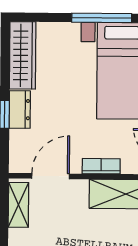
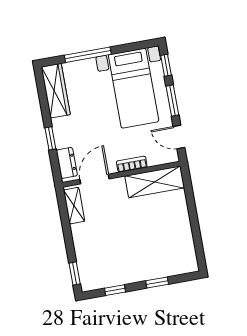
window: (102, 18) -> (88, 55), moved
dresser: (20, 110) -> (67, 163), moved

